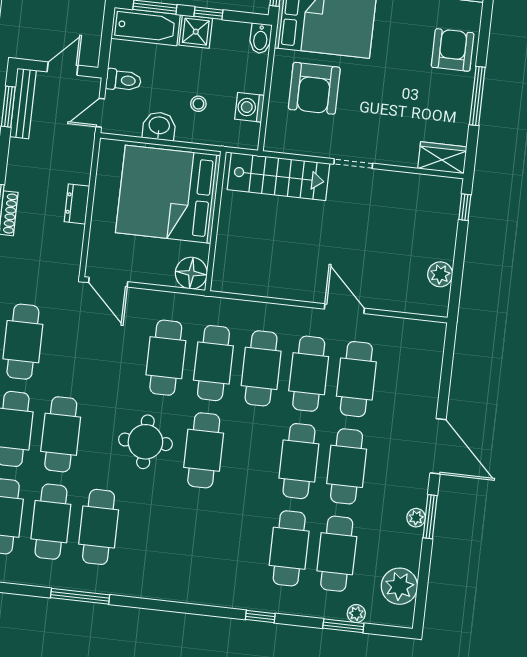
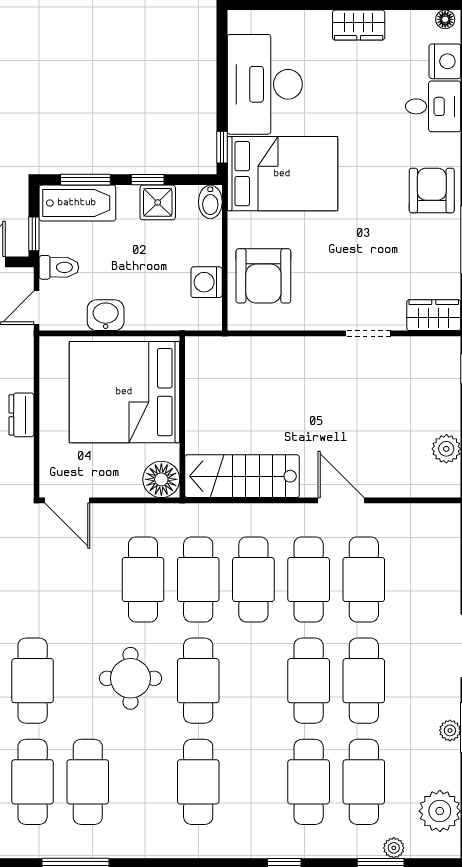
shower: (196, 32) -> (158, 202), moved
window: (105, 49) -> (34, 234), added
armchair: (314, 88) -> (263, 276), moved
stool: (198, 104) -> (148, 285), removed
doorway: (353, 164) -> (368, 333), moved
stairs: (278, 176) -> (242, 476), moved, turned 180
cafe table: (194, 538) -> (198, 782), added

